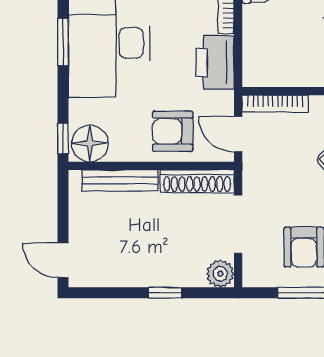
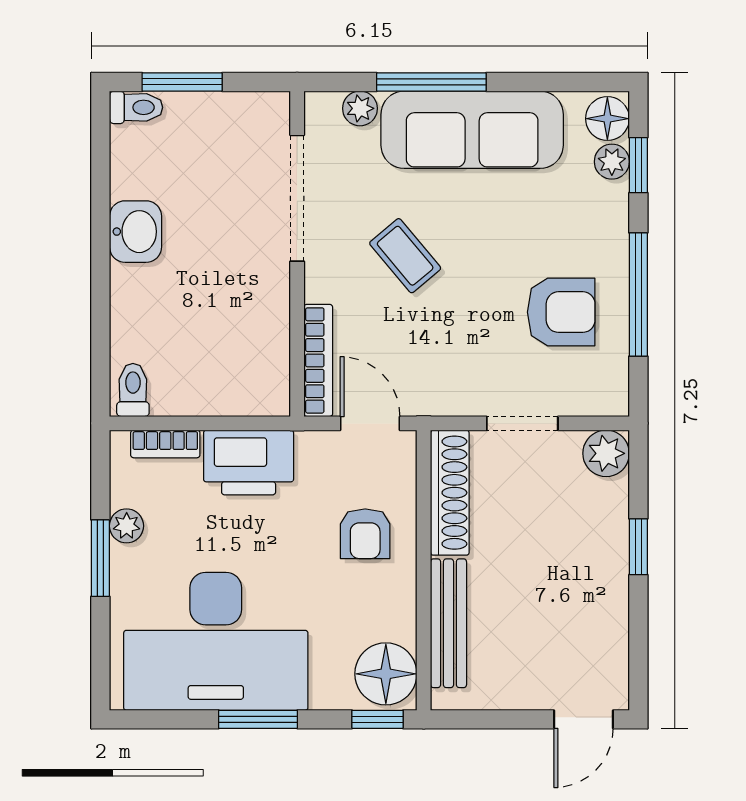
window: (63, 42) -> (258, 719), moved
armchair: (173, 131) -> (365, 534), width x0.72, depth x0.72
door: (238, 134) -> (370, 423), swing flipped
doorway: (238, 224) -> (522, 423), width x0.73

